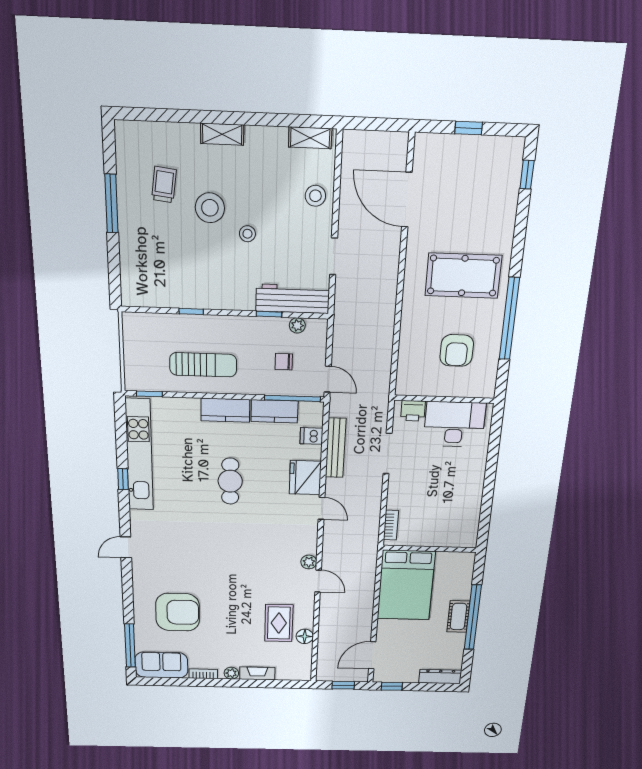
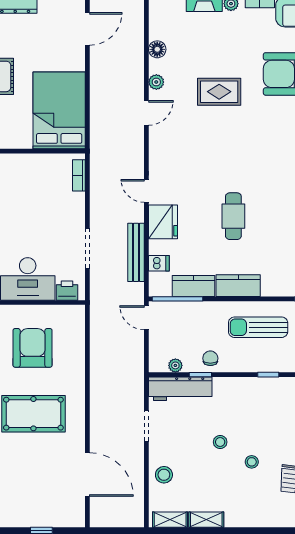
shelving: (222, 134) -> (206, 520), moved
stool: (210, 208) -> (252, 462), width x0.53, depth x0.53
armchair: (457, 350) -> (33, 348), width x1.36, depth x1.36
chair: (284, 362) -> (210, 358), moved, turned -90
plant: (309, 562) -> (156, 82), moved
door: (318, 581) -> (146, 113), swing flipped
rug: (279, 623) -> (219, 92), moved, turned 90

